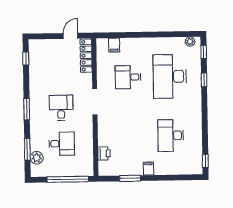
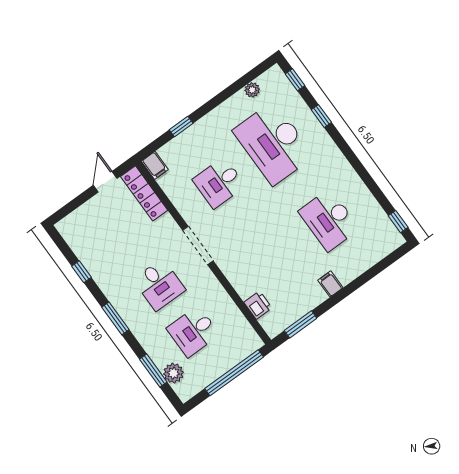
window: (129, 35) -> (181, 126), added
plant: (190, 42) -> (252, 90), moved
filing cabinet: (114, 45) -> (155, 165), moved
window: (26, 58) -> (81, 272), moved
desk: (61, 108) -> (159, 285), turned 180
desk: (62, 144) -> (193, 331), turned 180
window: (130, 178) -> (301, 324), moved

